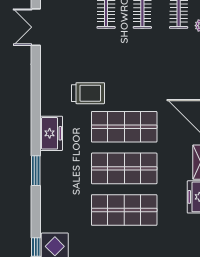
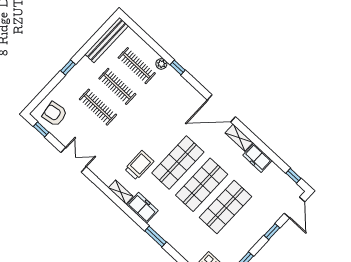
double door: (36, 27) -> (73, 160), swing flipped
shelving: (47, 99) -> (121, 192), added

